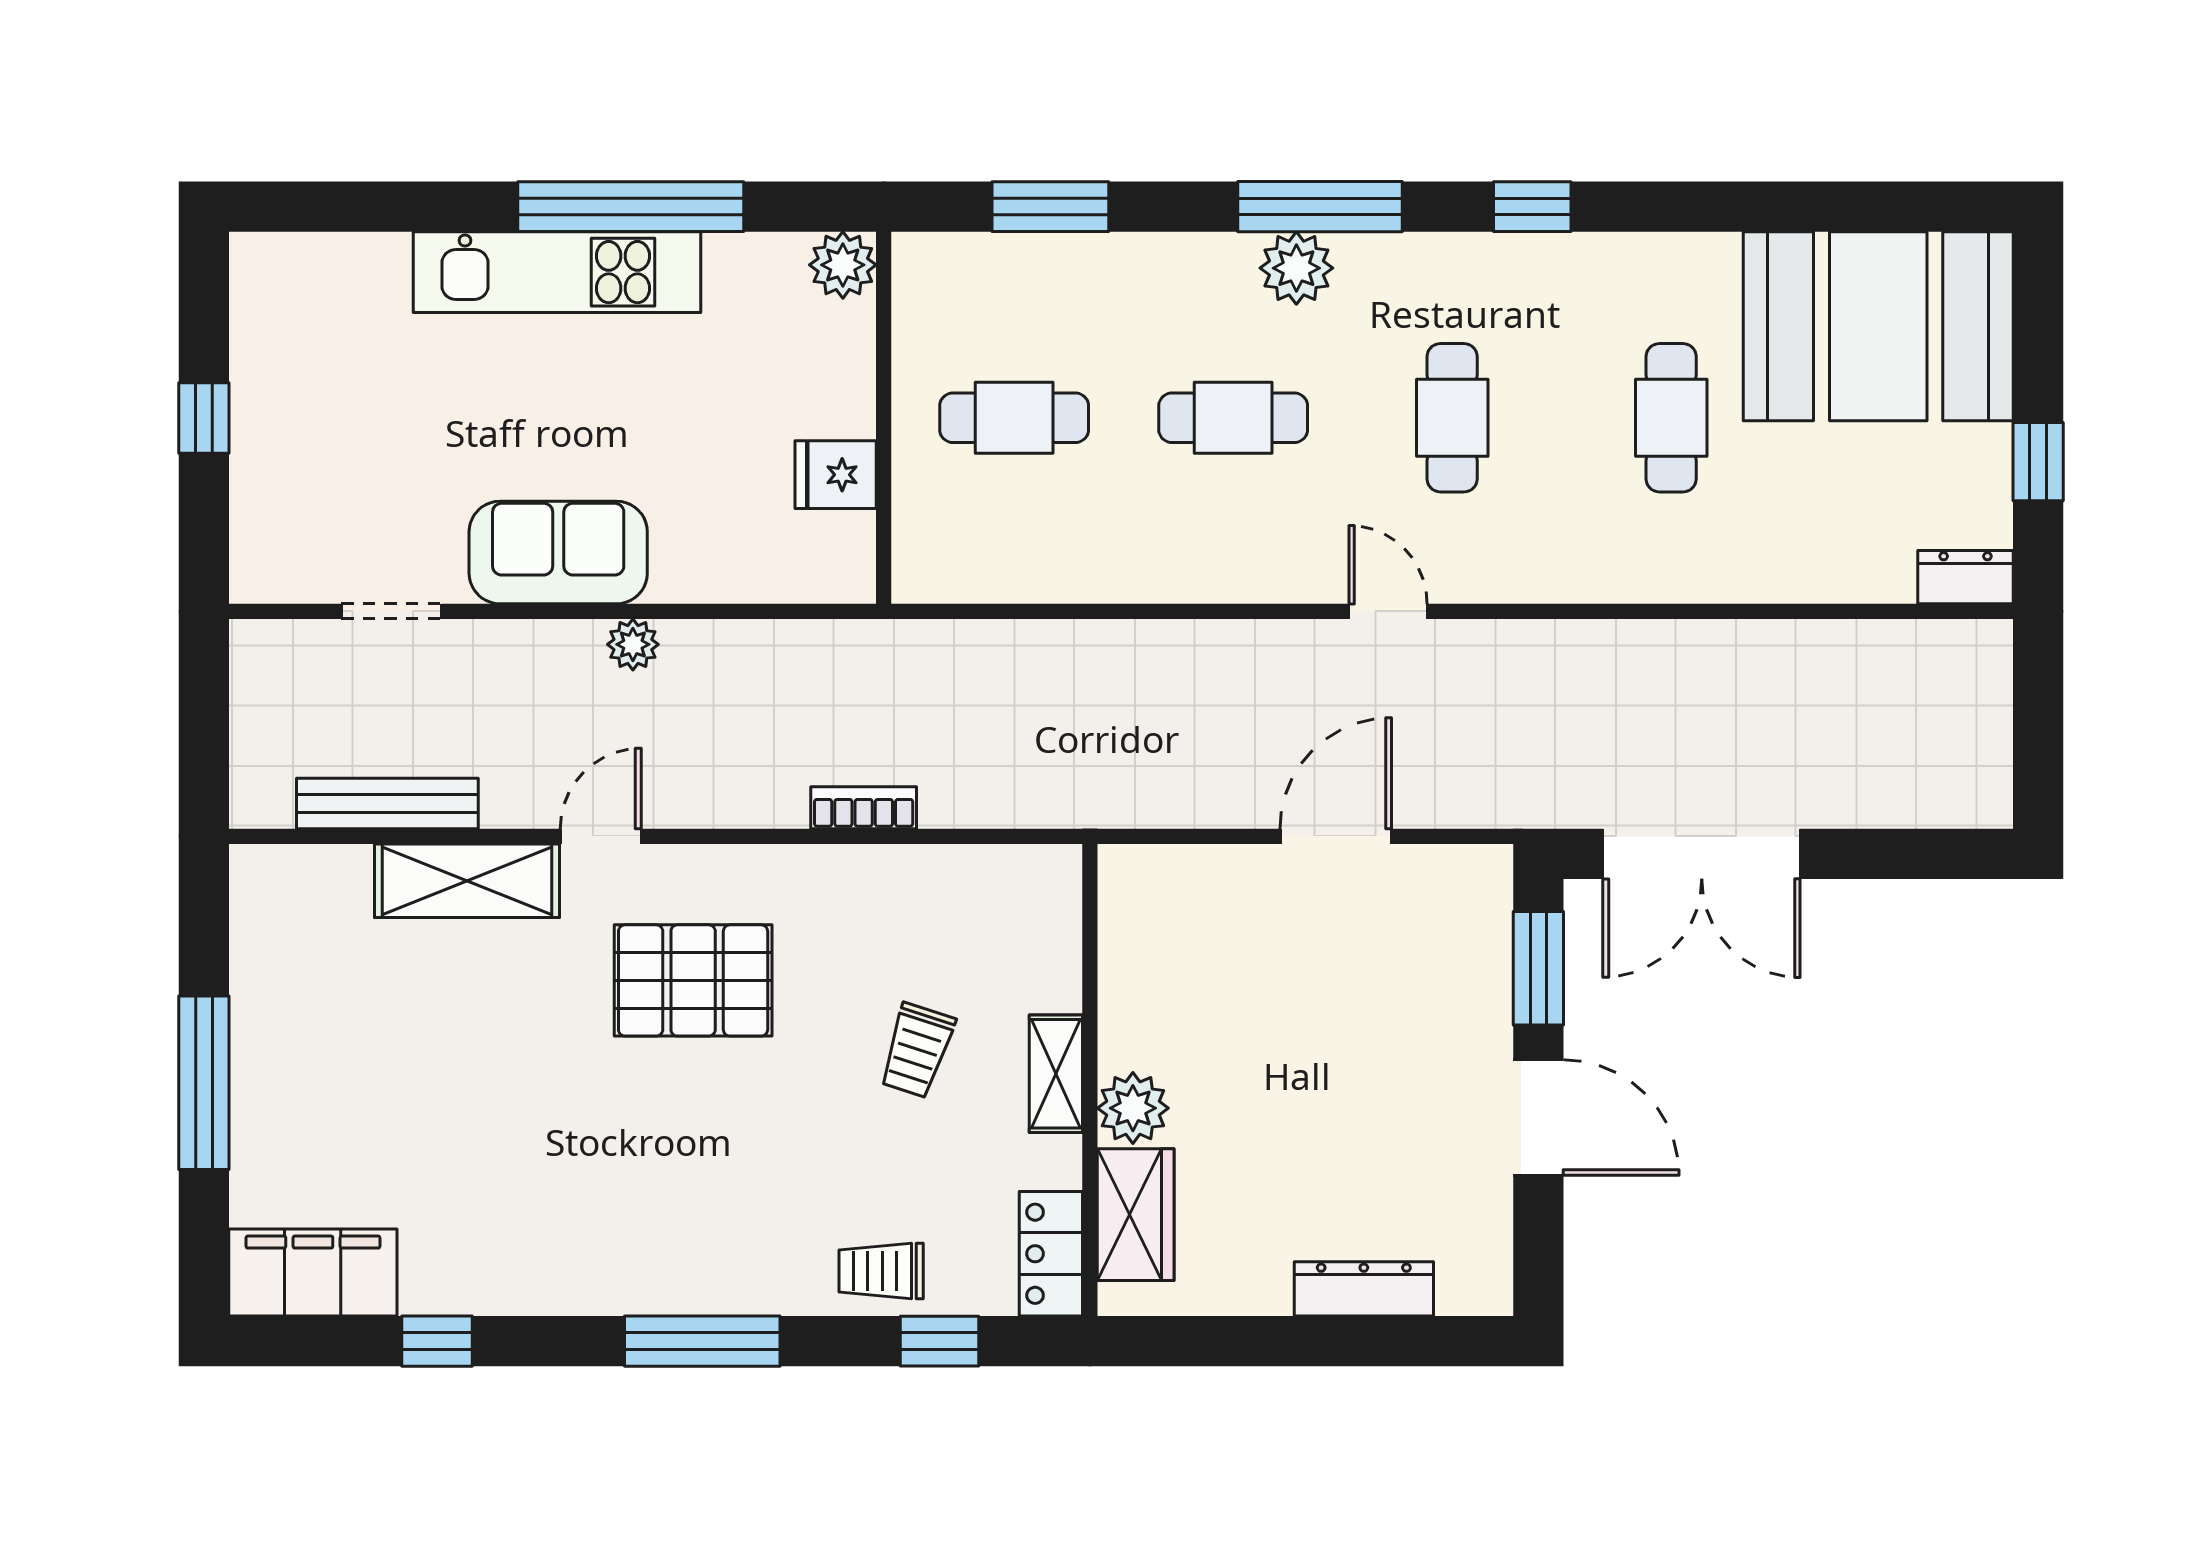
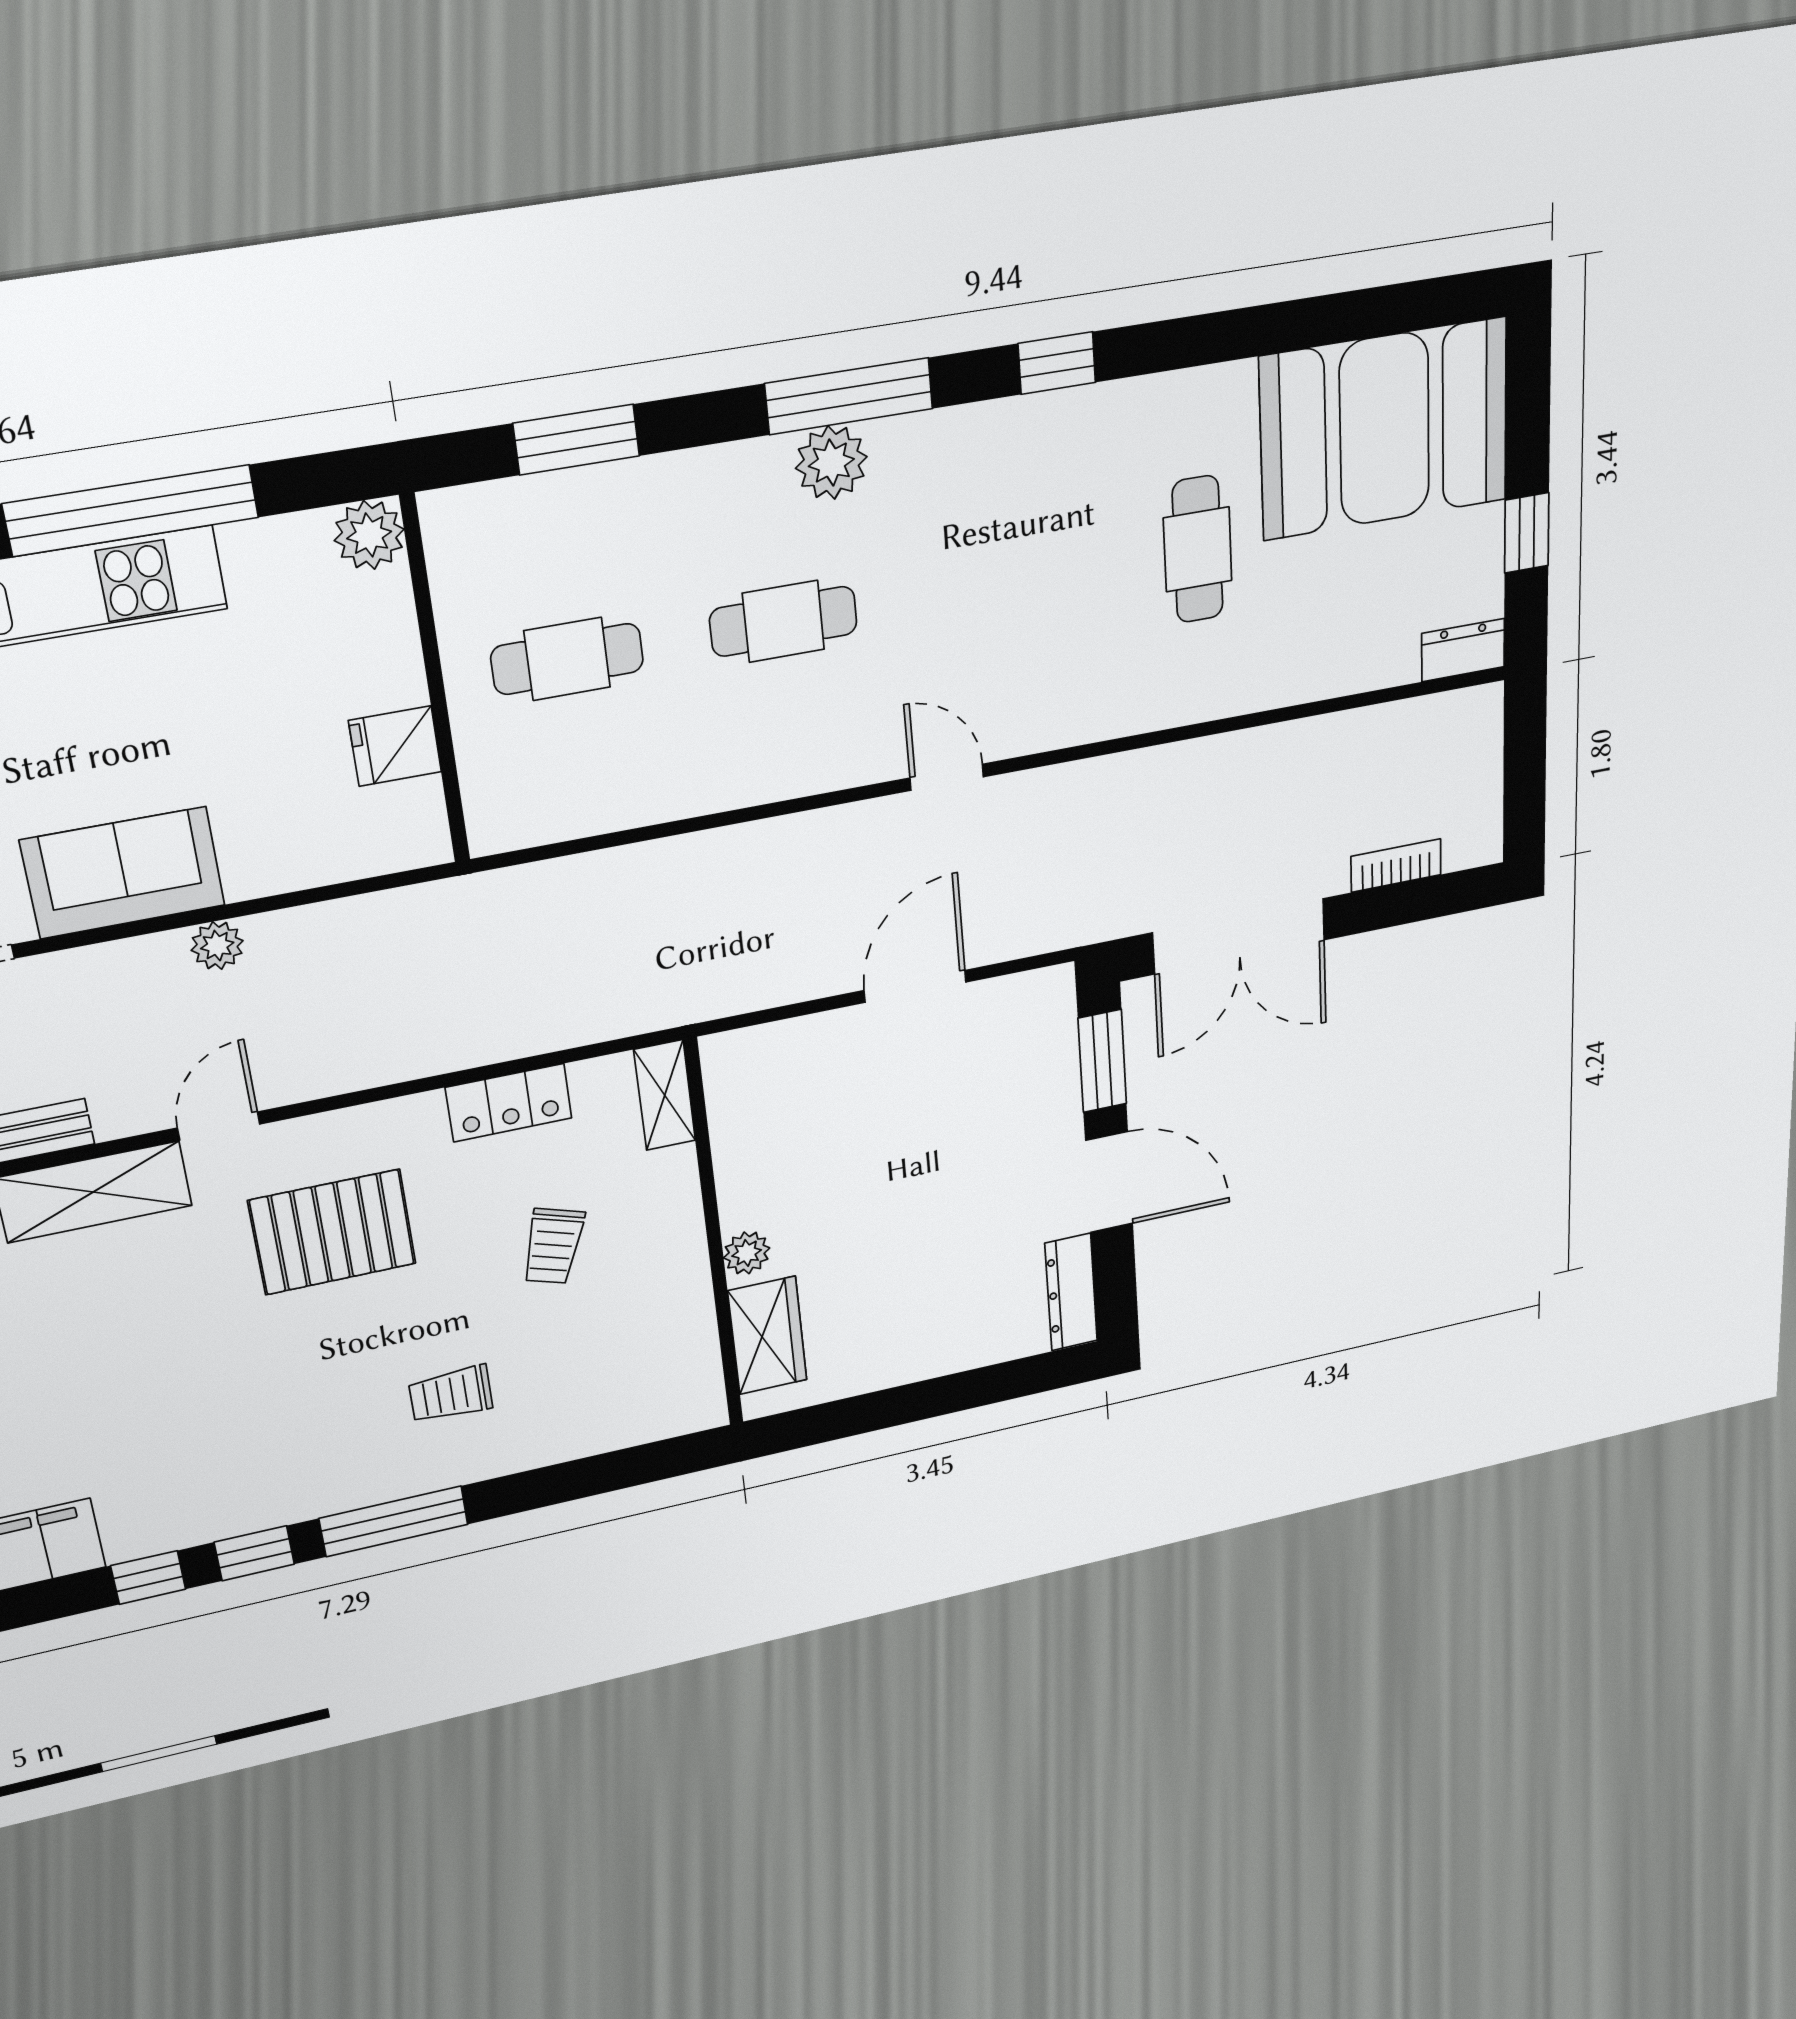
cafe table: (1452, 418) -> (994, 585), removed
bookcase: (864, 808) -> (1396, 866), moved
shelving: (1056, 1074) -> (665, 1095), moved
plant: (1133, 1108) -> (747, 1253), width x0.73, depth x0.73
locker: (1051, 1254) -> (509, 1103), moved, turned -90
trolley: (881, 1271) -> (451, 1394), moved
dresser: (1364, 1289) -> (1071, 1292), moved, turned -90
window: (940, 1341) -> (254, 1553), moved

